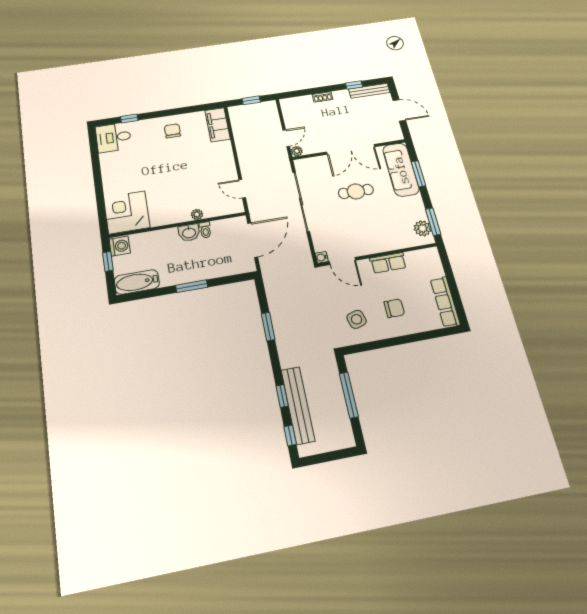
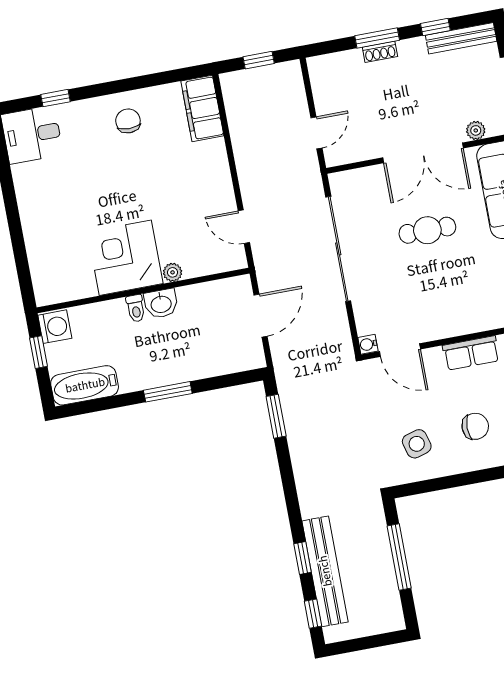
window: (320, 90) -> (377, 38), added
plant: (297, 151) -> (476, 130), moved
corner desk: (127, 212) -> (125, 258), moved
toilet: (205, 230) -> (136, 308), moved
door: (253, 240) -> (260, 316), width x0.73
window: (268, 327) -> (276, 416), moved

